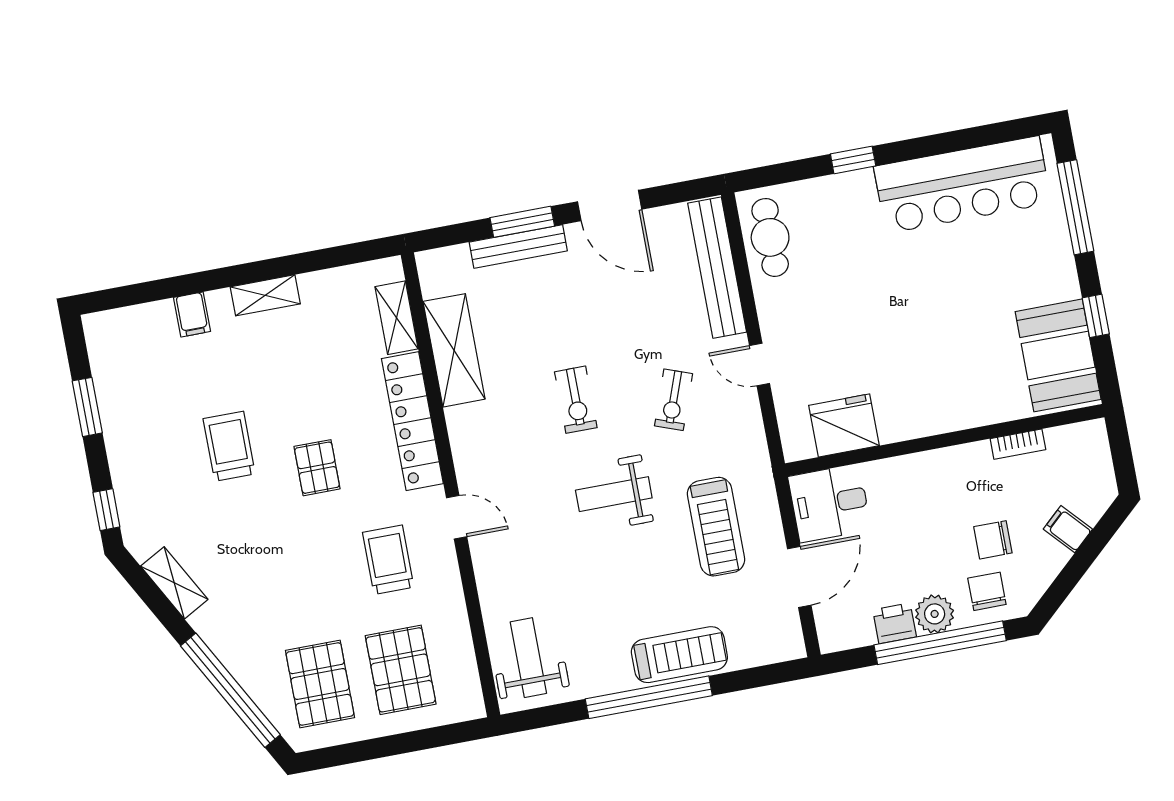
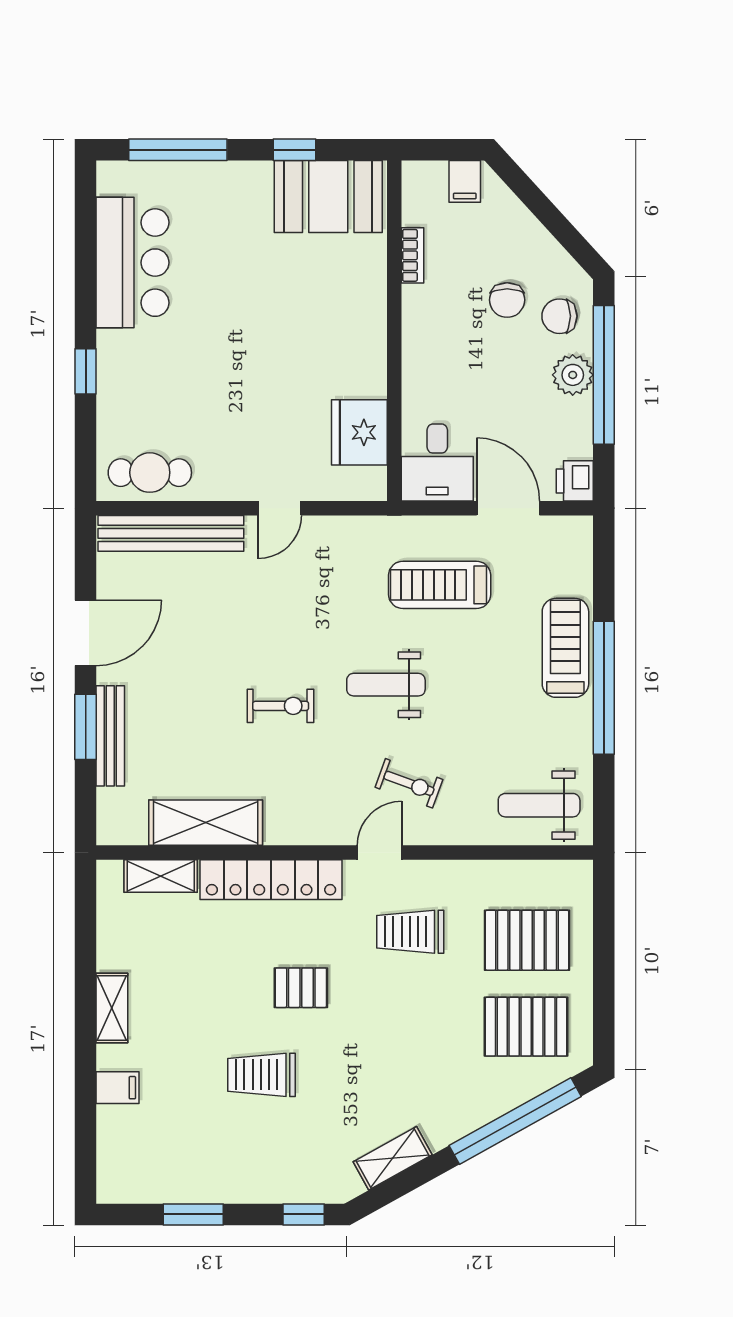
bar counter: (962, 185) -> (133, 263), width x0.73
exercise bike: (674, 400) -> (409, 783), moved
weight bench: (614, 494) -> (386, 685), turned 90
treadmill: (716, 527) -> (440, 585), turned 180
filing cabinet: (1068, 529) -> (465, 181), moved, turned -48
printer: (895, 623) -> (575, 481), moved

